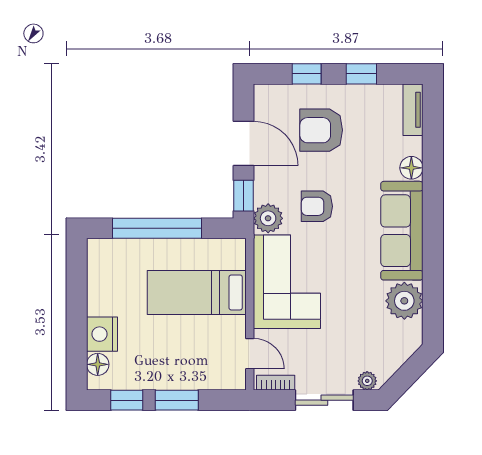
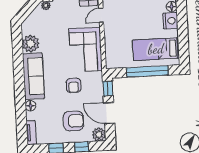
armchair: (317, 206) -> (74, 85), turned 90
plant: (268, 218) -> (99, 134), moved
bed: (197, 292) -> (156, 49), moved, turned 180
door: (250, 354) -> (101, 15), hinge flipped

